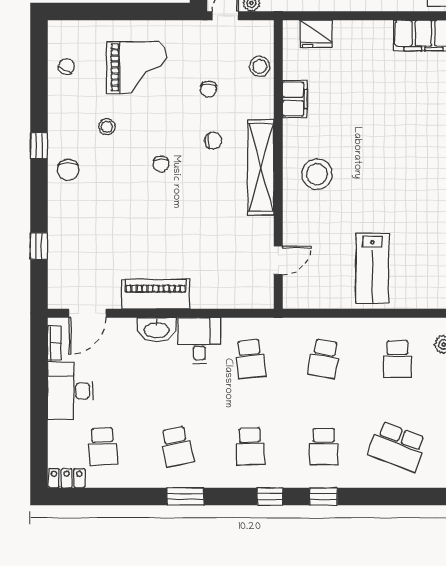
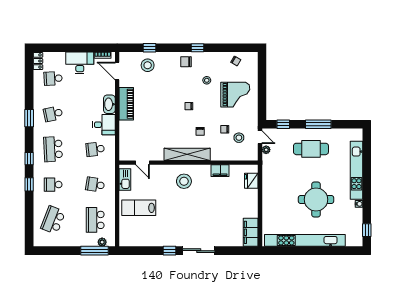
stool: (260, 66) -> (239, 138), moved
grand piano: (137, 67) -> (235, 95), turned -90
stool: (75, 250) -> (148, 65), added
kitchen sink: (313, 297) -> (125, 179), added
school desk: (397, 359) -> (95, 220), width x1.85
school desk: (250, 447) -> (53, 149), width x1.85

